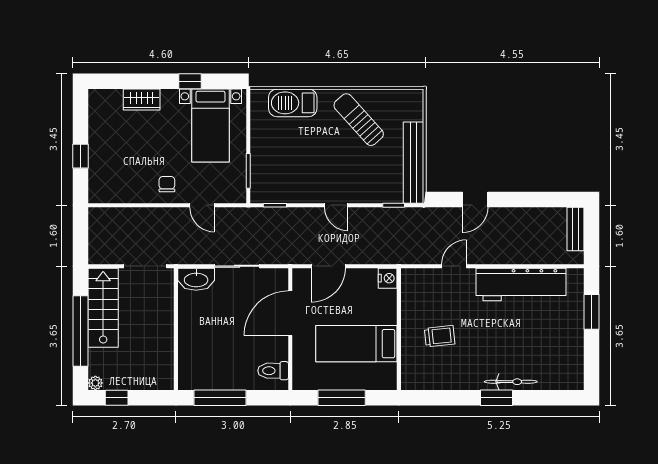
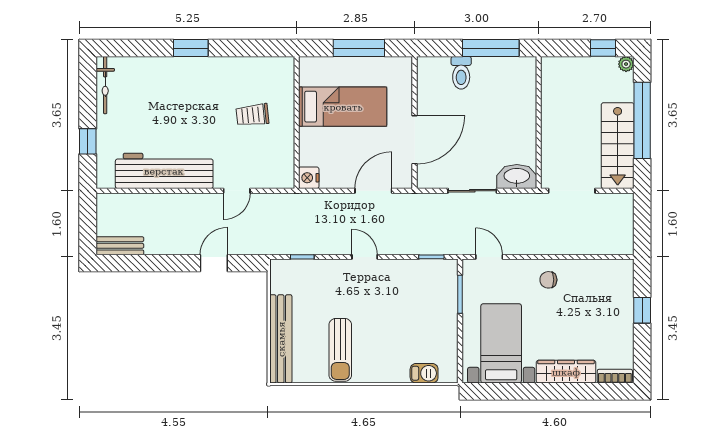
window: (190, 81) -> (523, 391), removed
bookcase: (106, 95) -> (615, 376), added
wardrobe: (142, 100) -> (566, 372), width x1.50
barbecue: (293, 103) -> (424, 373), width x0.53, depth x0.65
sun lounger: (359, 120) -> (340, 350), turned 42
bench: (414, 163) -> (281, 339), moved
chair: (167, 184) -> (548, 280), turned 90
door: (202, 205) -> (489, 257), moved
bench: (575, 229) -> (120, 246), moved, turned 90
window: (591, 312) -> (88, 141), width x0.67
toilet: (273, 371) -> (461, 73), moved, turned 90
bicycle: (511, 382) -> (105, 85), moved, turned -90

